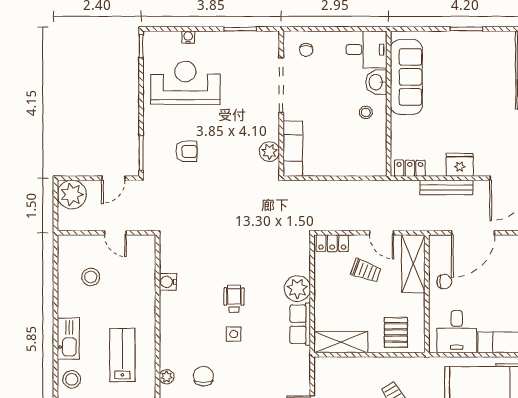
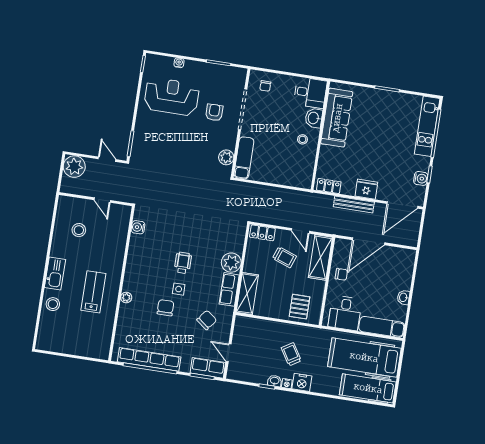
armchair: (186, 151) -> (214, 112), moved, turned -90
door: (113, 178) -> (107, 159), swing flipped
water cooler: (168, 282) -> (138, 227), moved
shelving: (341, 342) -> (247, 294), moved, turned 90
chair: (277, 369) -> (207, 320), added
chair: (203, 376) -> (166, 308), moved
plant: (167, 377) -> (126, 297), moved

